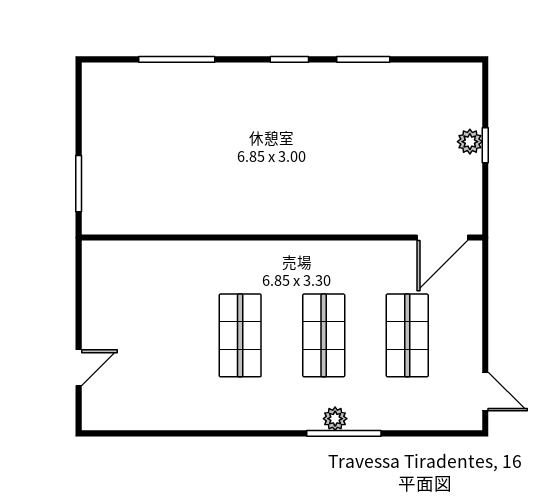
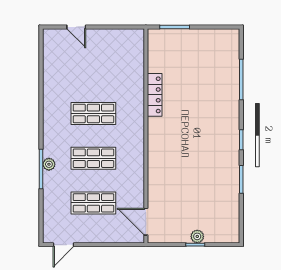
locker: (205, 221) -> (155, 95), added

